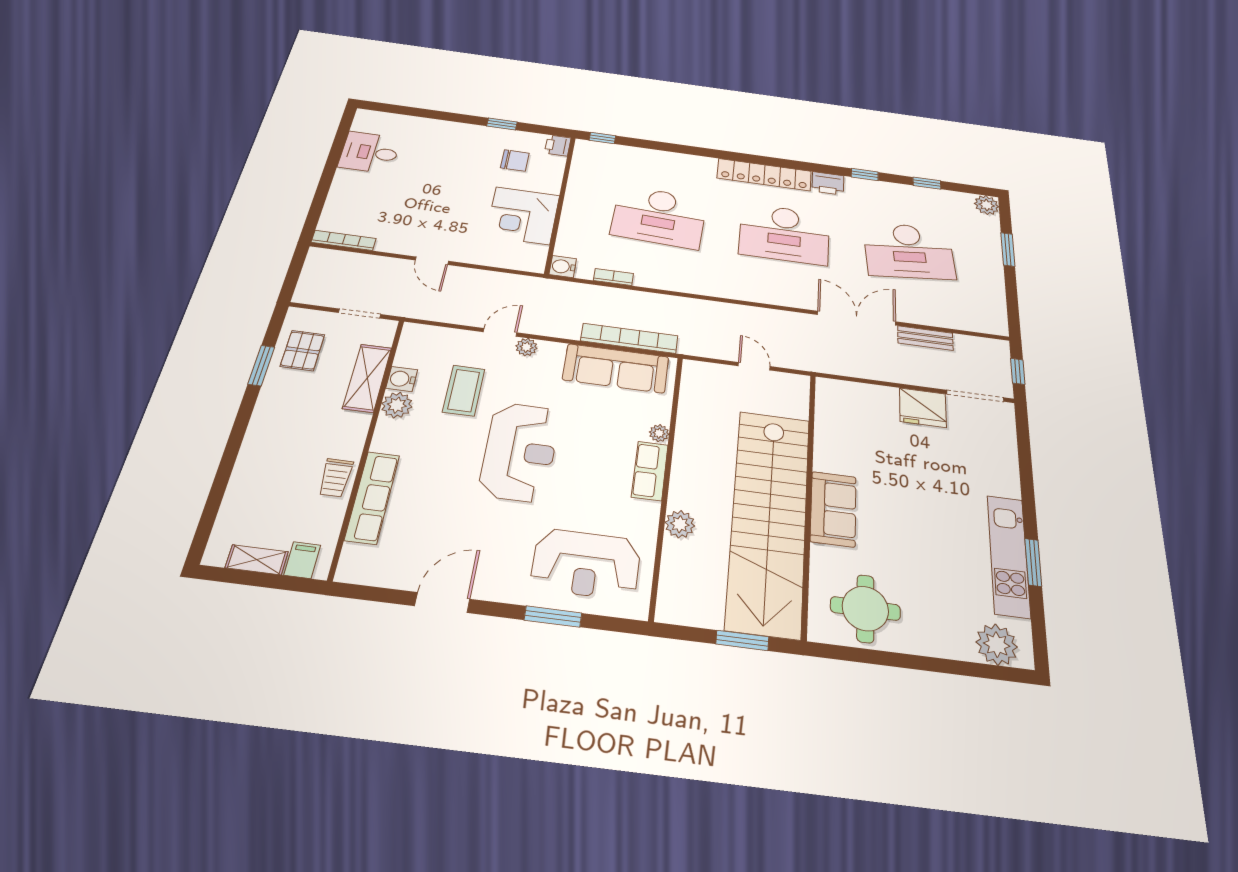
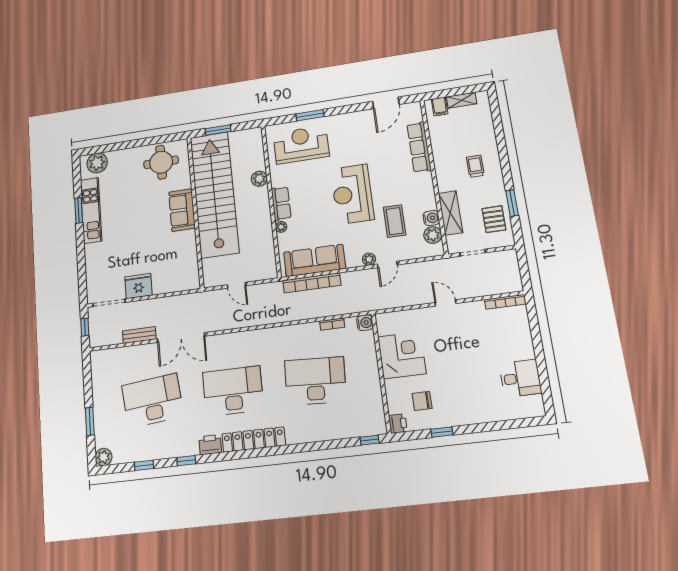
plant: (397, 405) -> (433, 235), moved
trolley: (336, 478) -> (475, 166), moved
door: (442, 603) -> (386, 103), moved

